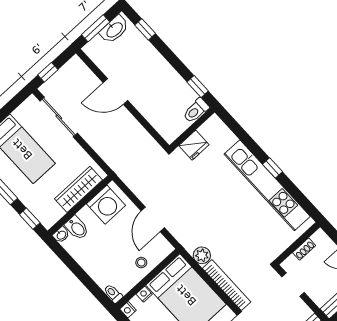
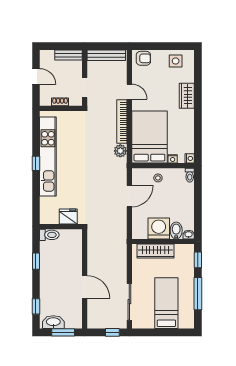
window: (198, 86) -> (36, 261), moved
washing machine: (106, 205) -> (159, 228), moved

